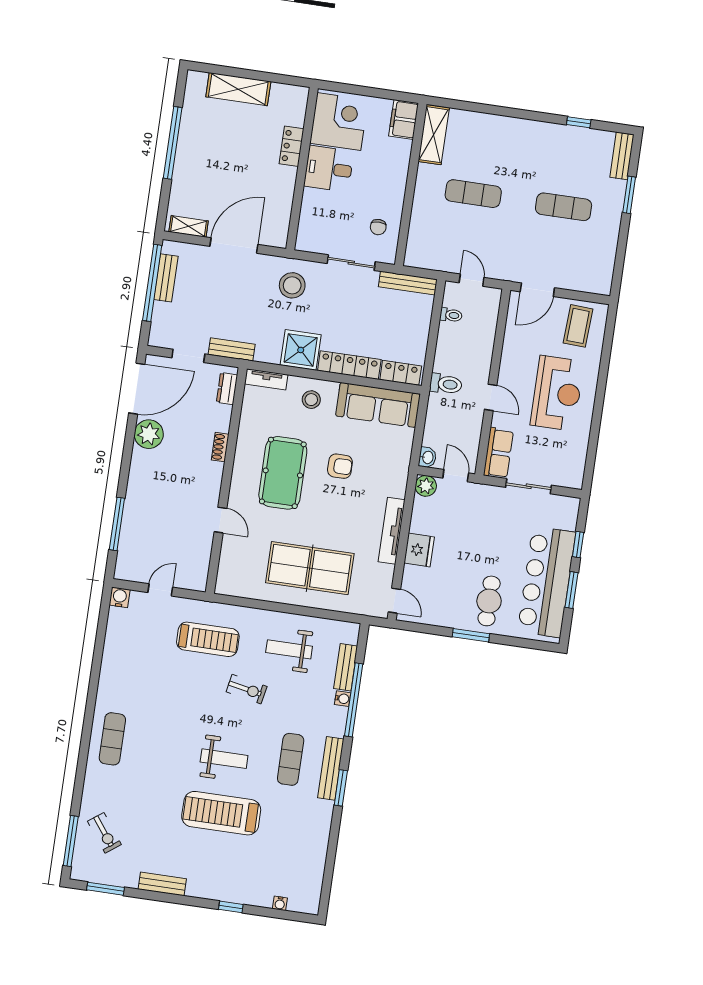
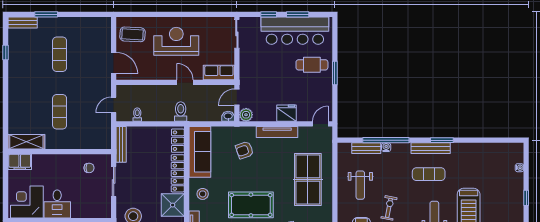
door: (491, 397) -> (185, 82), hinge flipped
armchair: (340, 466) -> (245, 150), moved, turned -109
sliding door: (529, 486) -> (237, 34), moved

